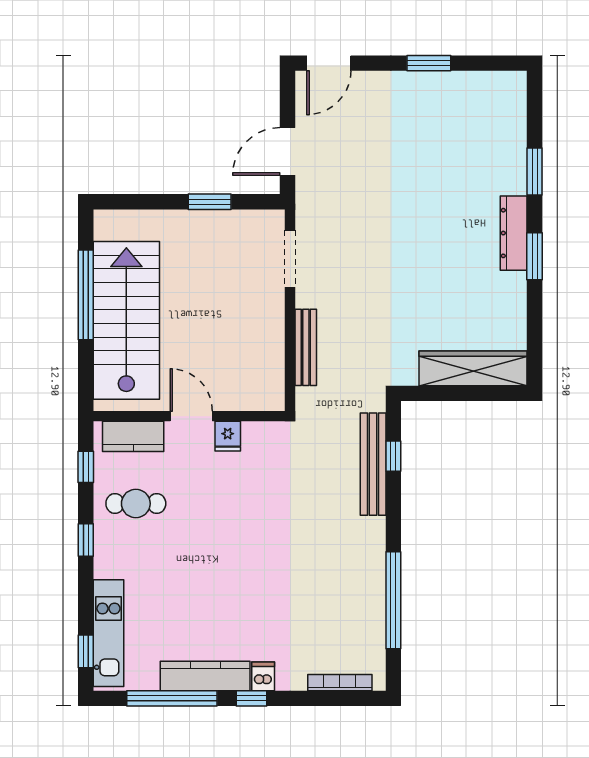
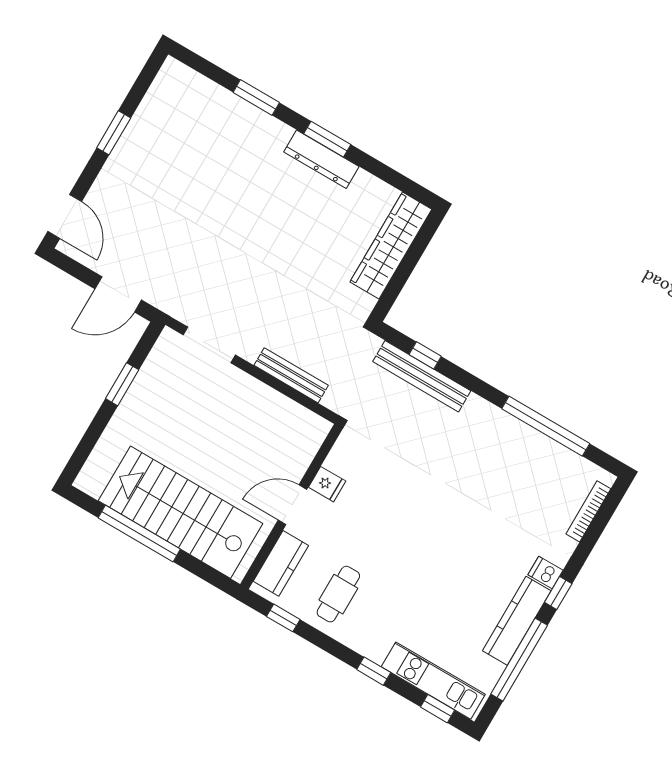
door: (287, 151) -> (118, 294), hinge flipped
dresser: (514, 233) -> (321, 159), moved
window: (86, 540) -> (374, 671), moved

